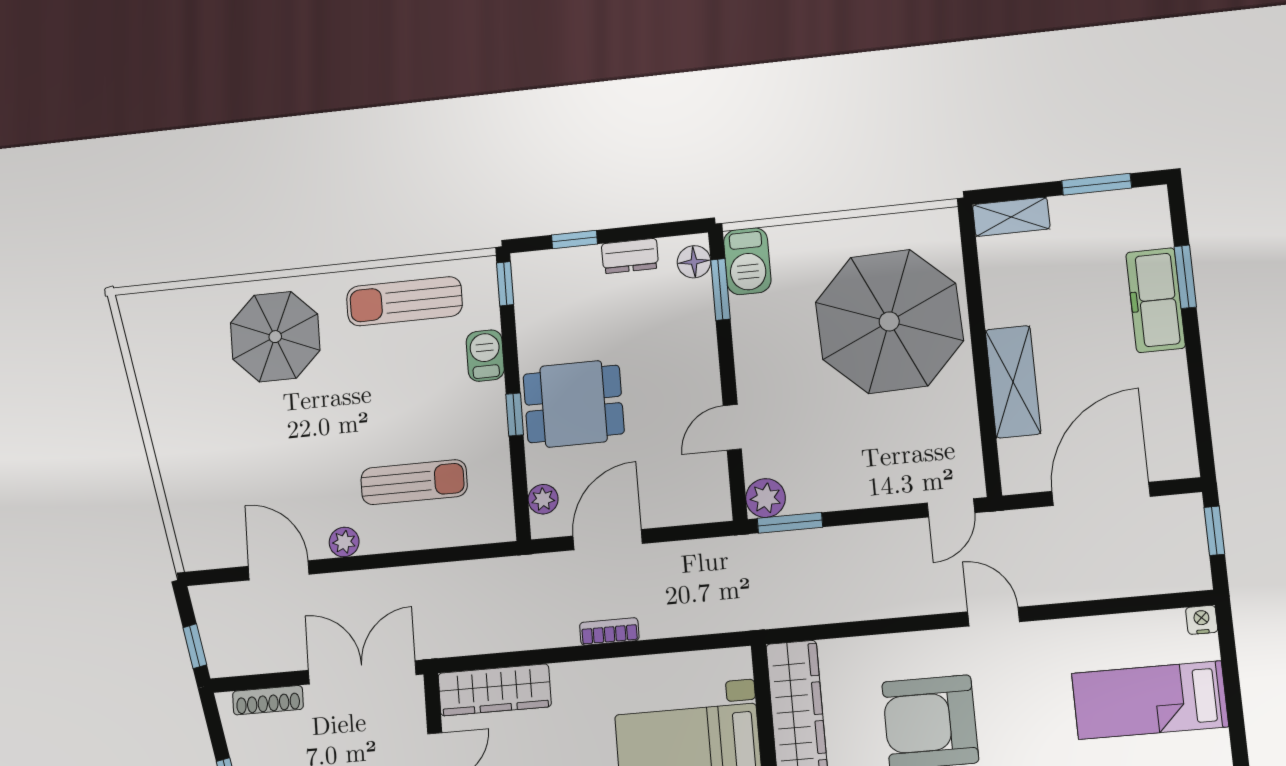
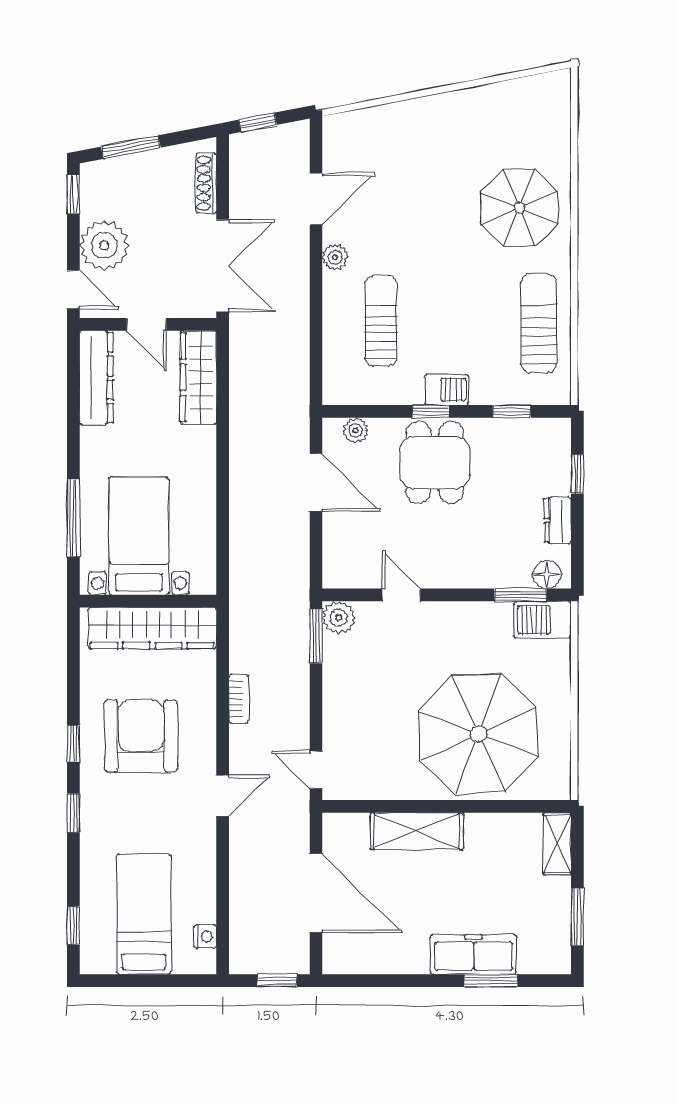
window: (505, 284) -> (512, 411), moved
barbecue: (485, 356) -> (447, 390), moved
sun lounger: (414, 482) -> (381, 321), turned 180
nightstand: (1202, 620) -> (205, 936), moved
bookcase: (609, 631) -> (239, 699), moved

